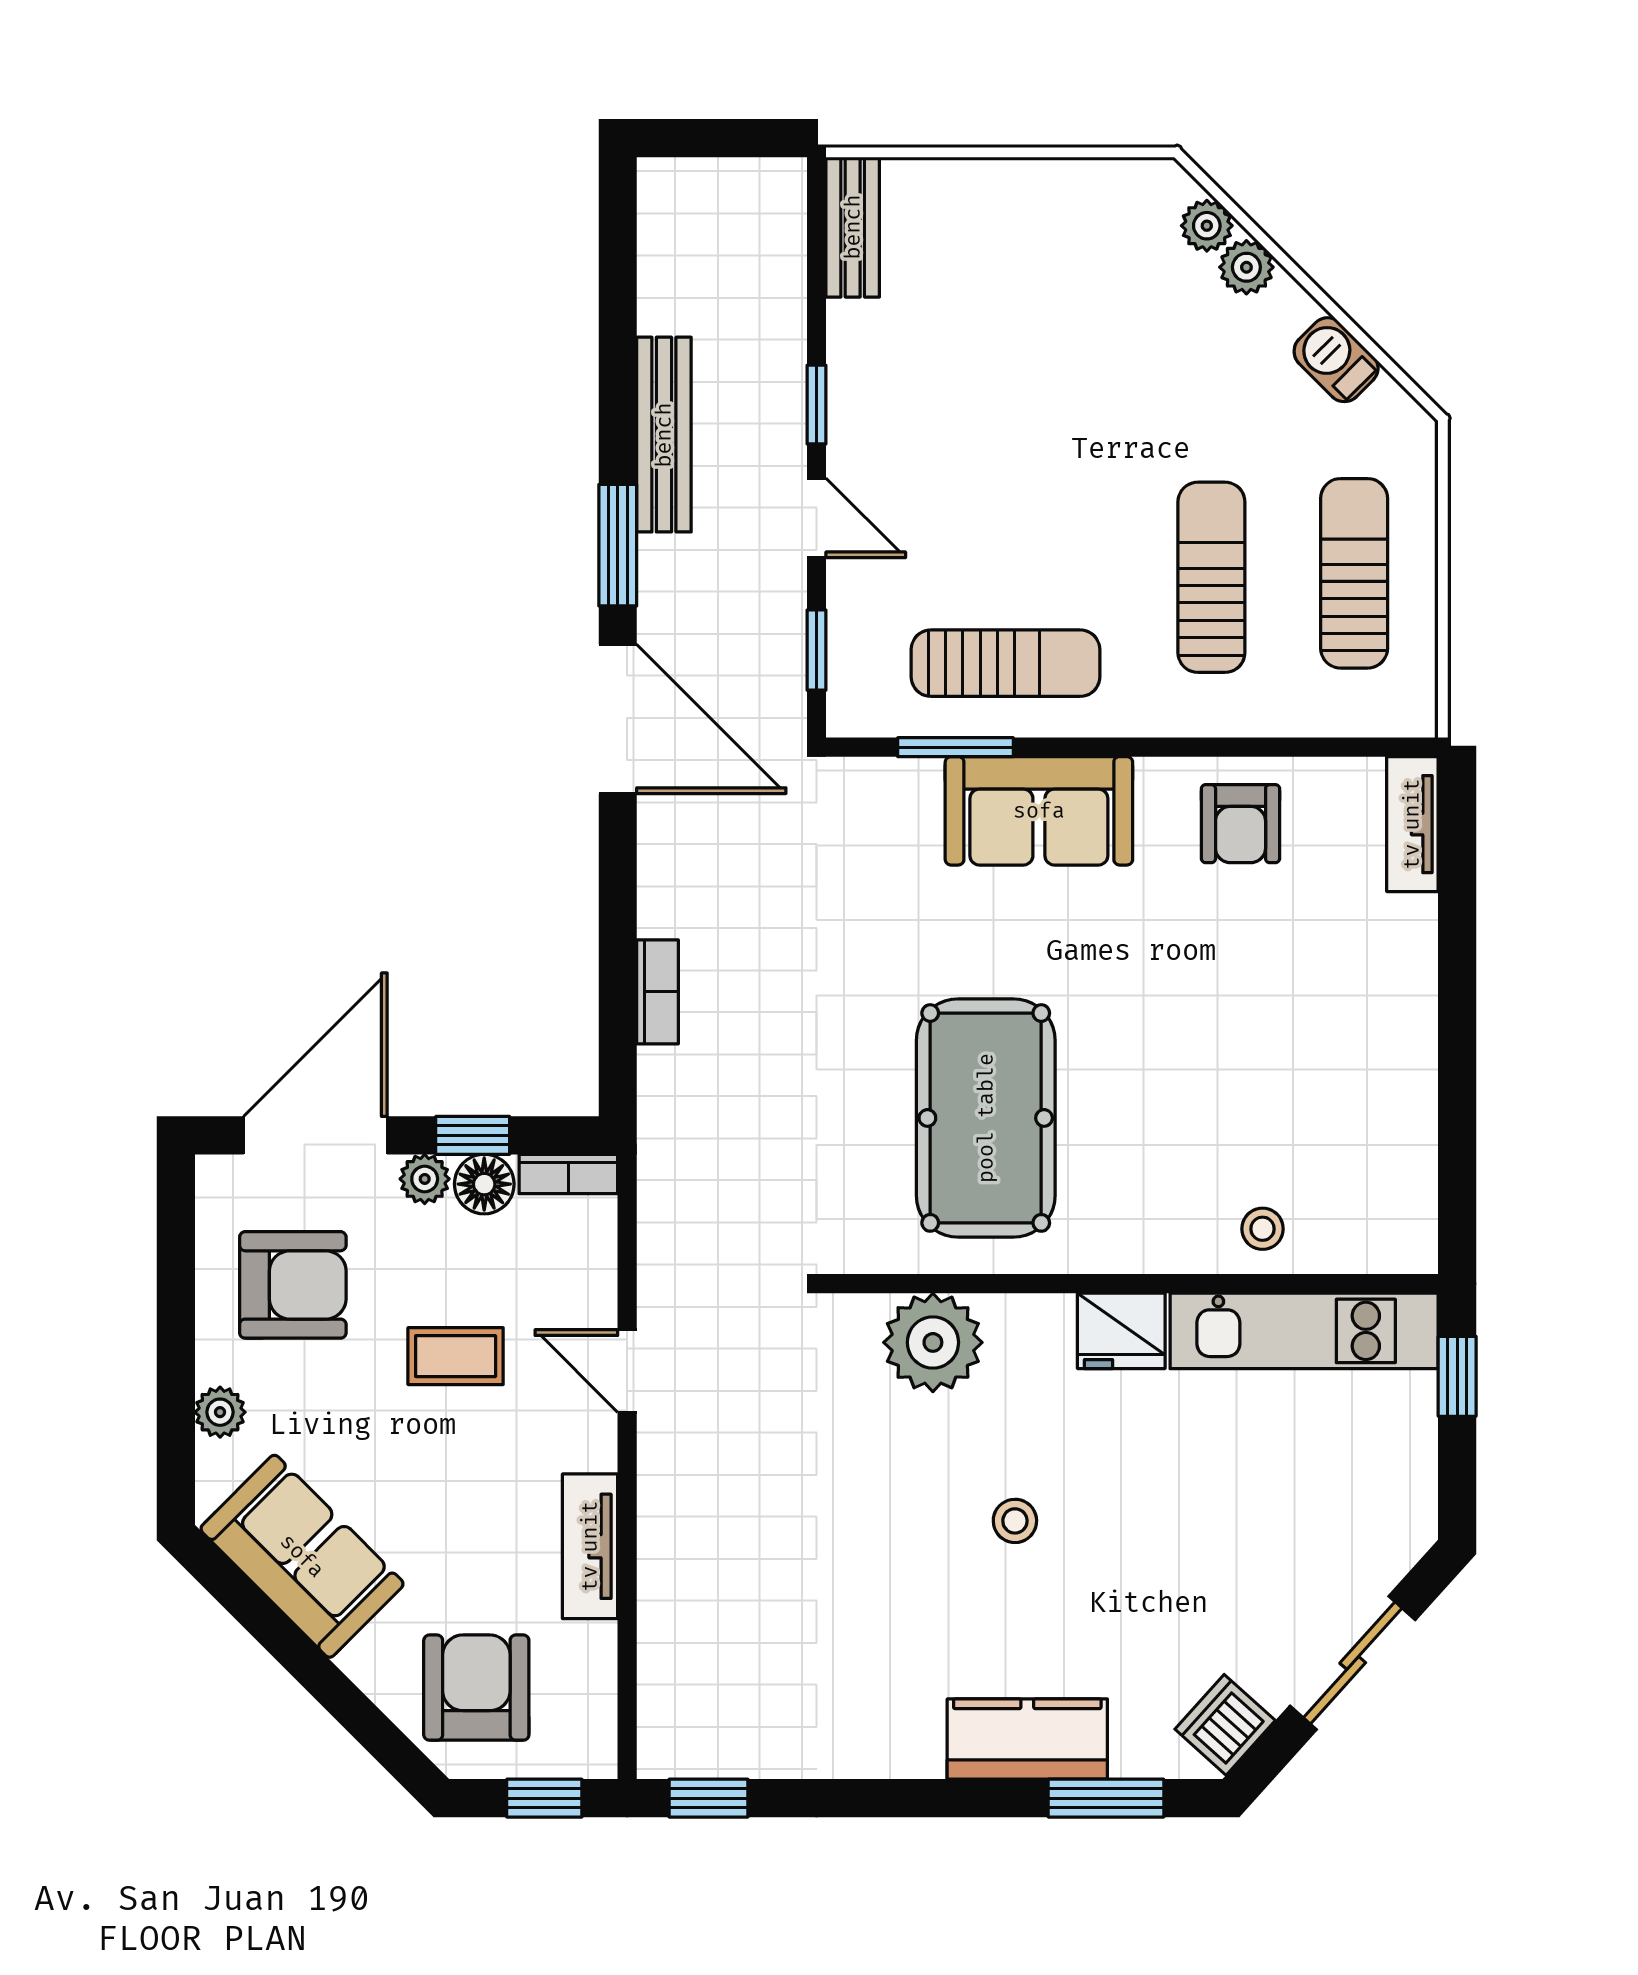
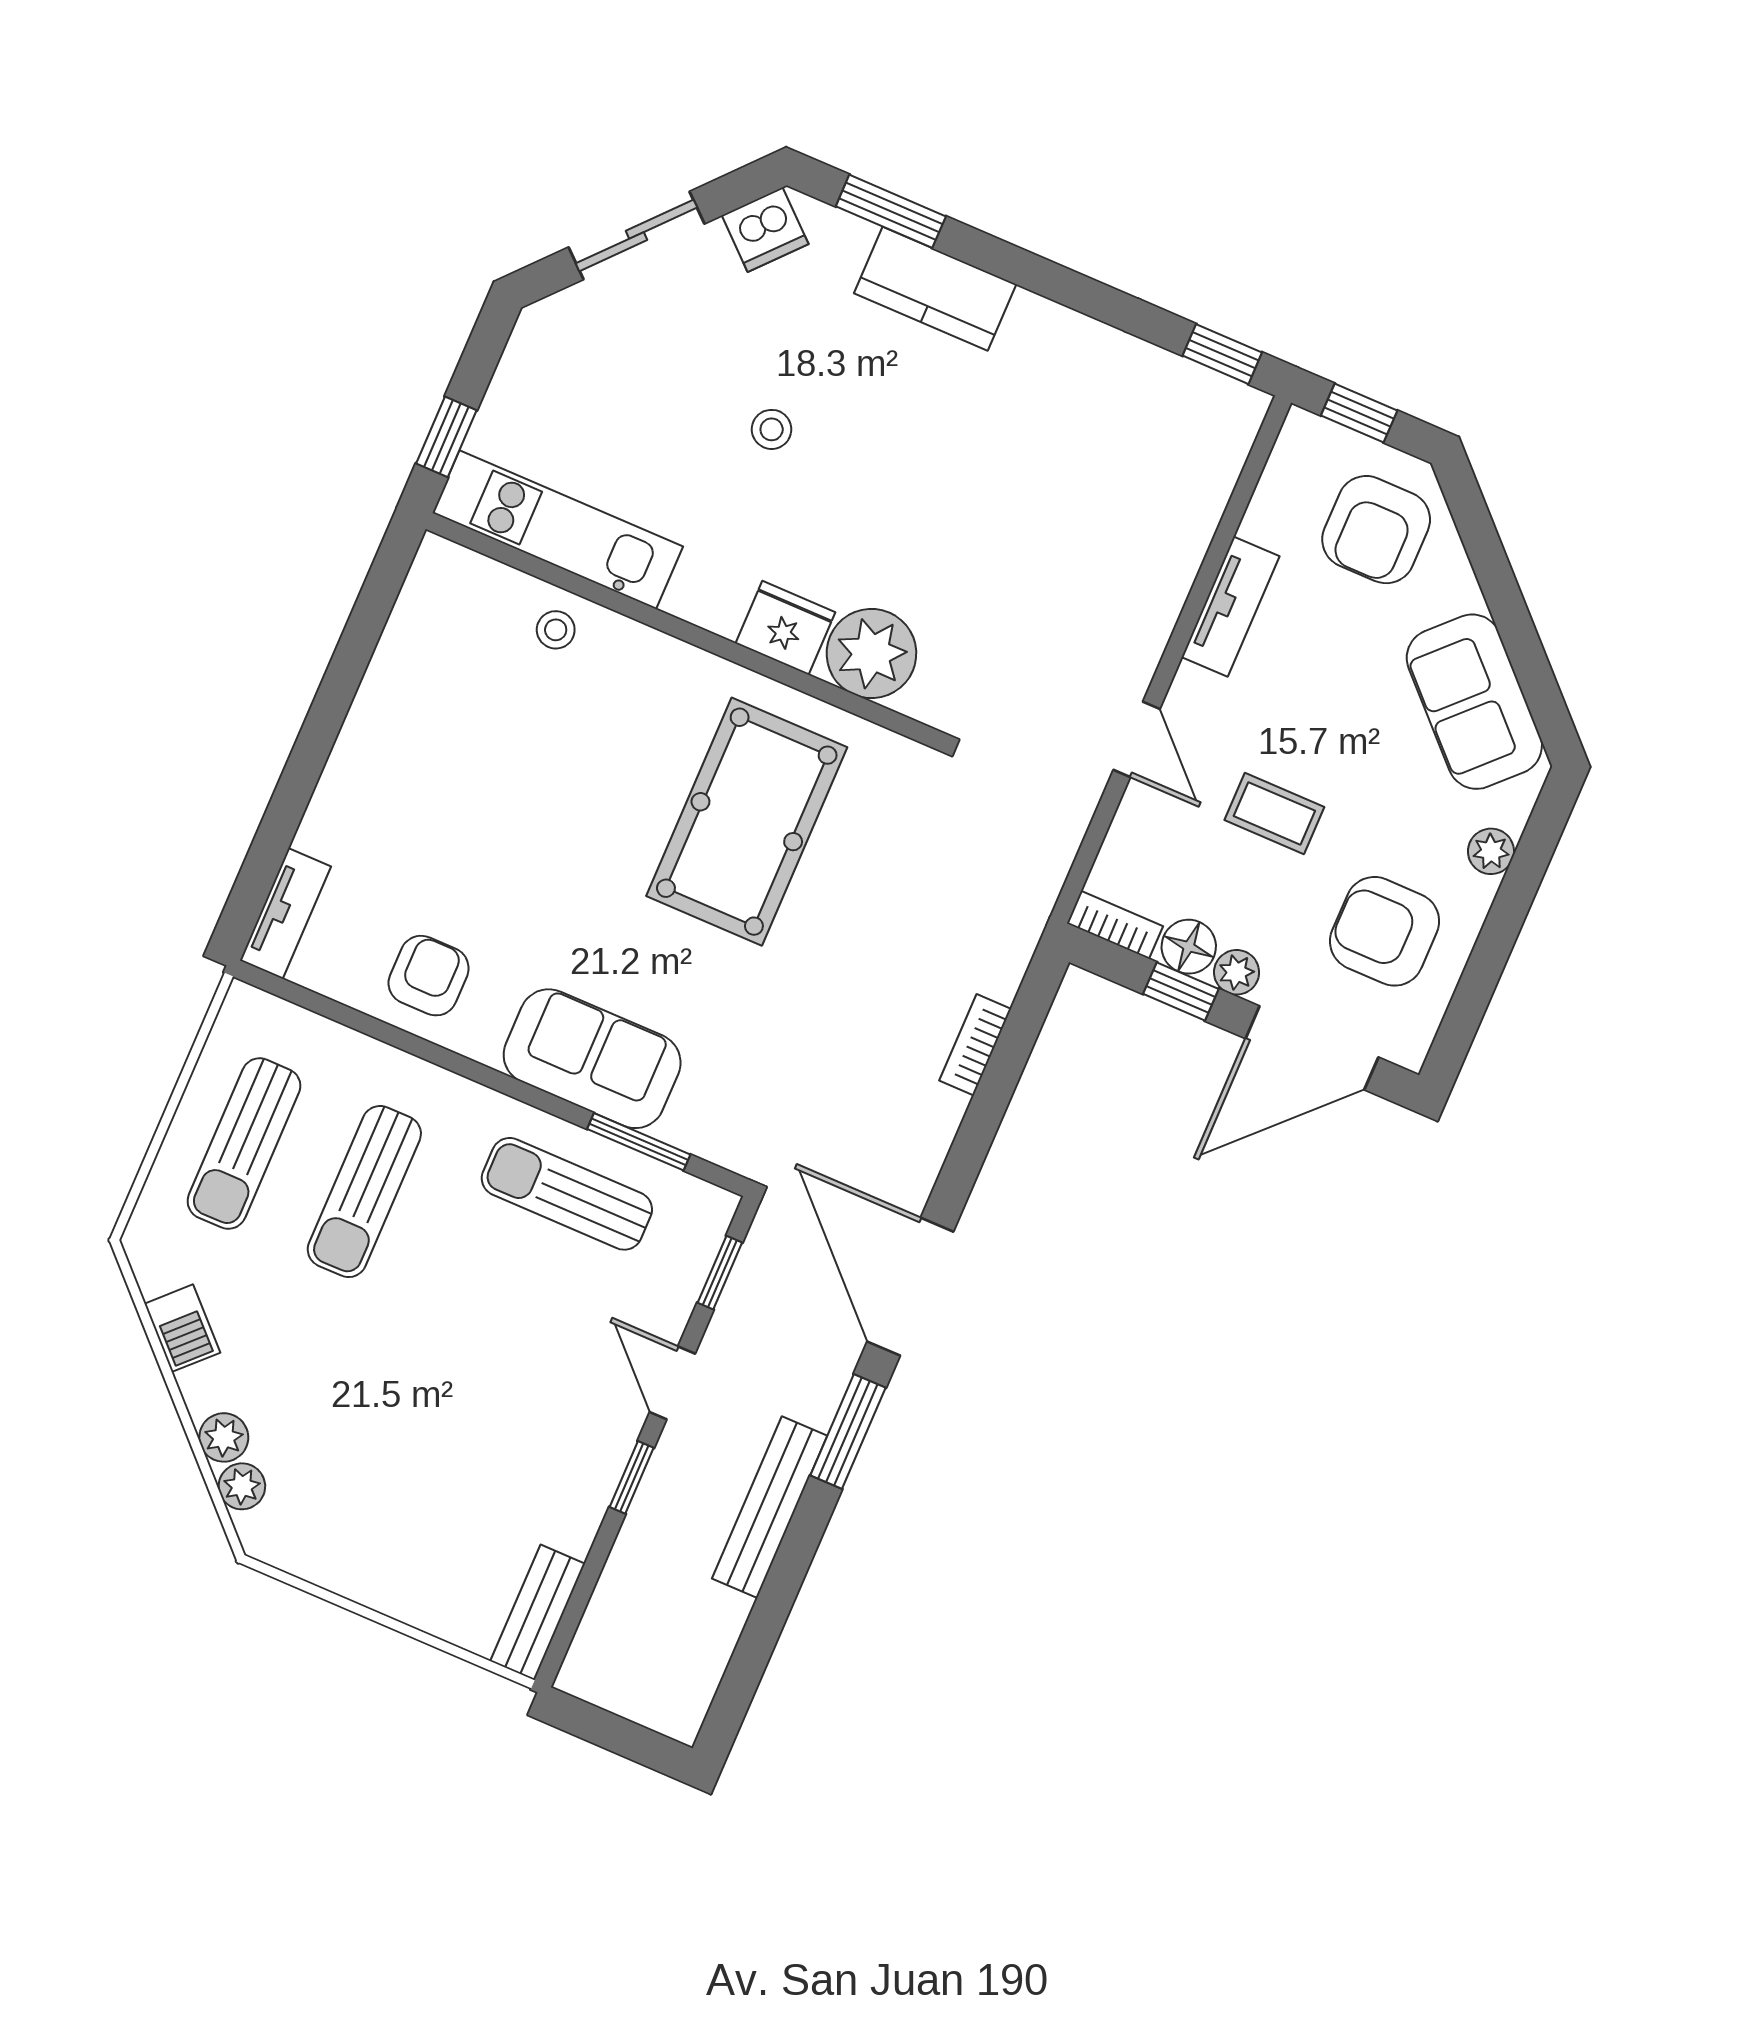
fridge: (1121, 1331) -> (785, 628), moved
stool: (1015, 1521) -> (772, 429), moved

